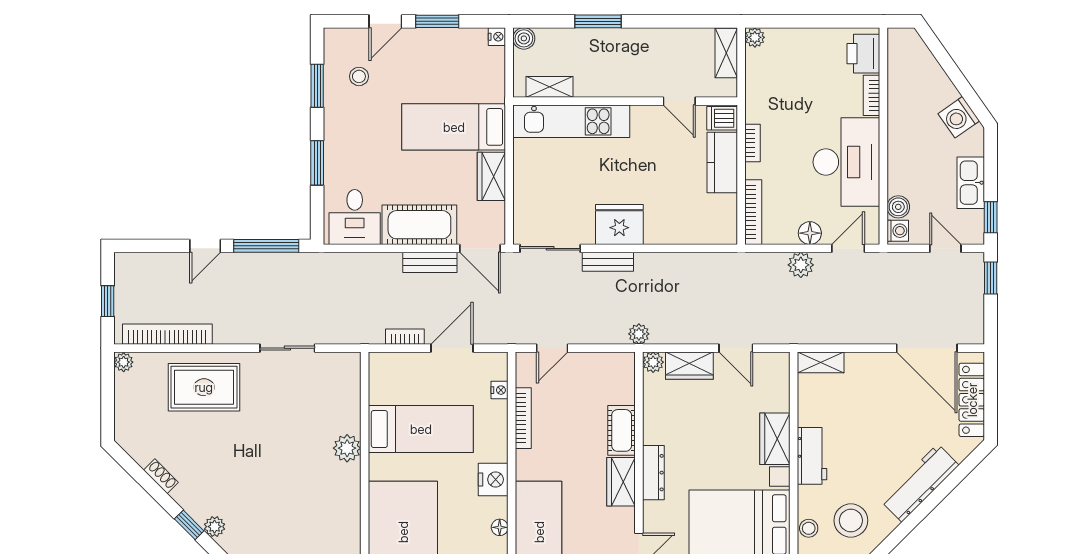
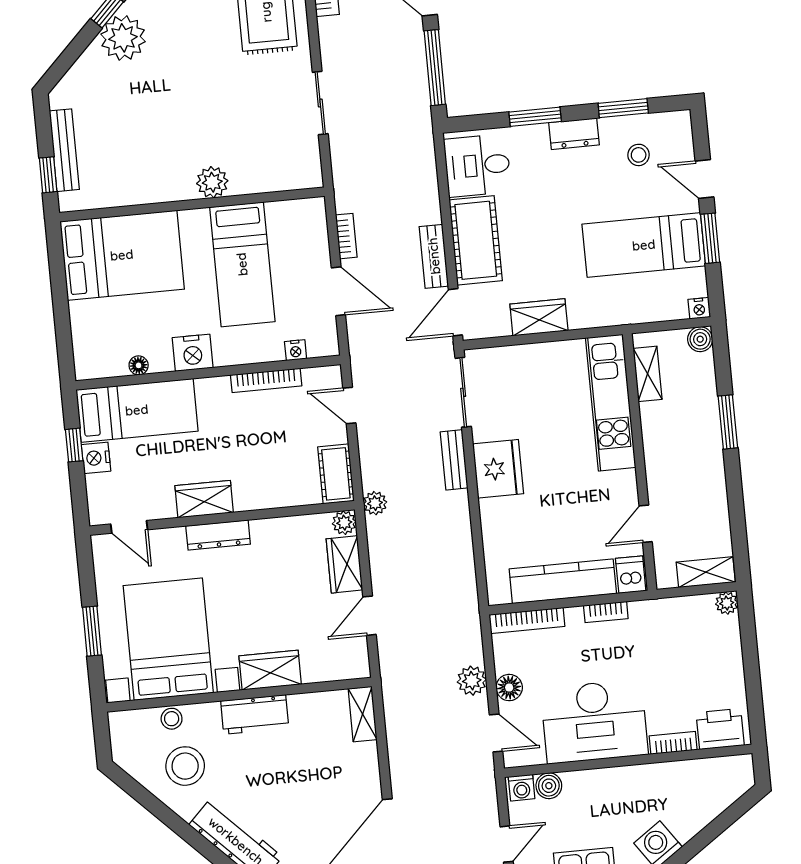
bed: (454, 127) -> (644, 245), moved, turned -90
dresser: (335, 131) -> (574, 134), added
kitchen counter: (722, 163) -> (563, 581), width x1.50
cot: (622, 430) -> (336, 474), moved, turned 90
plant: (215, 527) -> (123, 38), width x1.87, depth x1.87

